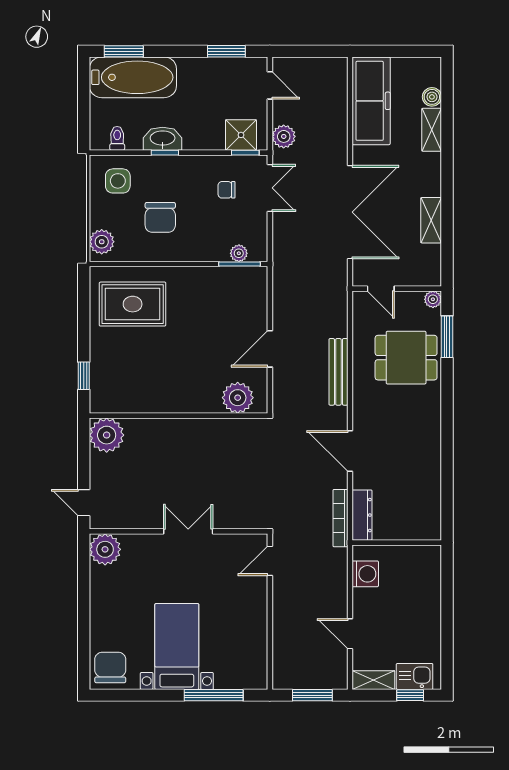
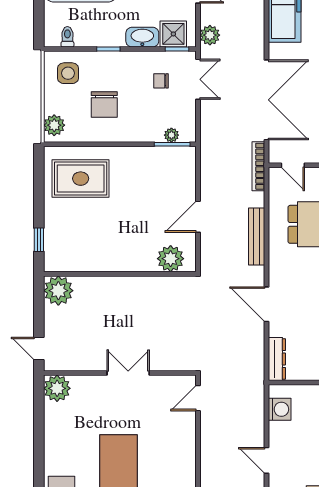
washbasin: (163, 139) -> (142, 37), moved
bookcase: (340, 518) -> (258, 166), moved

